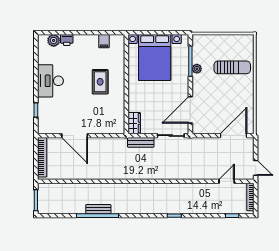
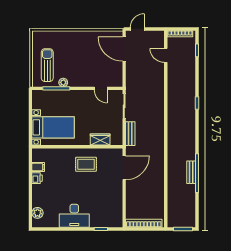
printer: (67, 40) -> (37, 178), moved
bed with nightstands: (155, 57) -> (53, 127), width x0.73
sun lounger: (232, 67) -> (47, 65), moved
rug: (100, 82) -> (86, 164), moved
door: (190, 110) -> (101, 88), width x0.53
wardrobe: (134, 123) -> (100, 139), moved
door: (75, 136) -> (124, 168), moved
door: (256, 168) -> (137, 29), moved

